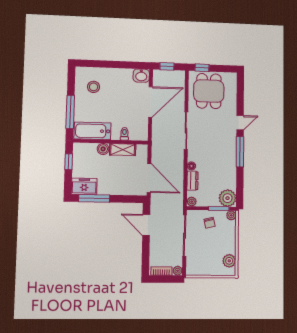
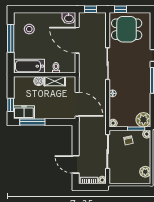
dining table: (209, 91) -> (127, 29), turned 90
door: (150, 102) -> (77, 40), swing flipped
window: (70, 112) -> (11, 38), moved
window: (69, 162) -> (11, 105), moved
dresser: (192, 181) -> (114, 106), removed
door: (146, 225) -> (76, 164), moved

